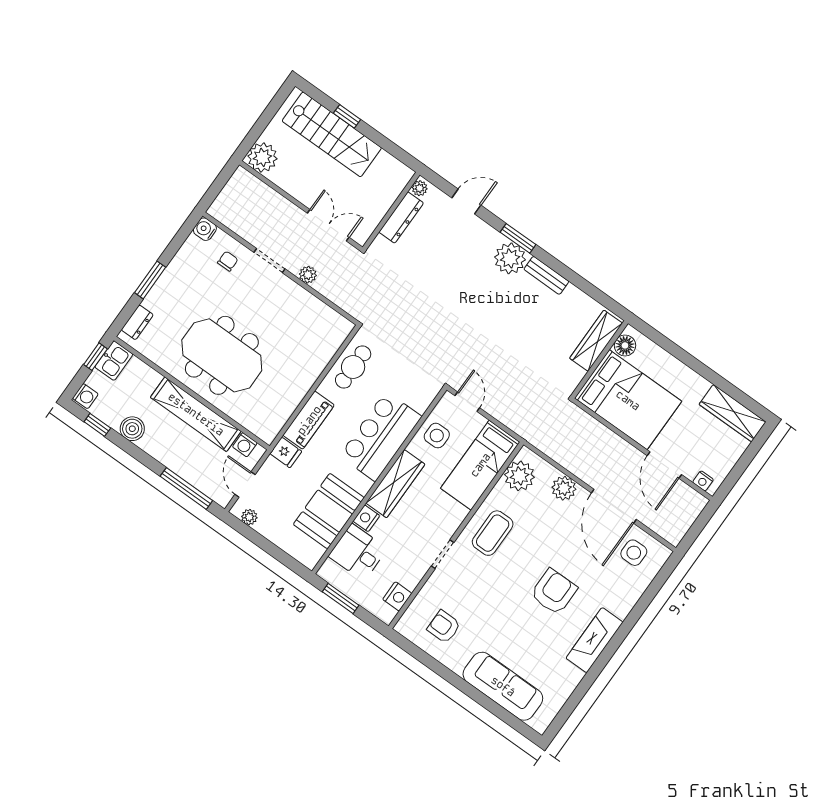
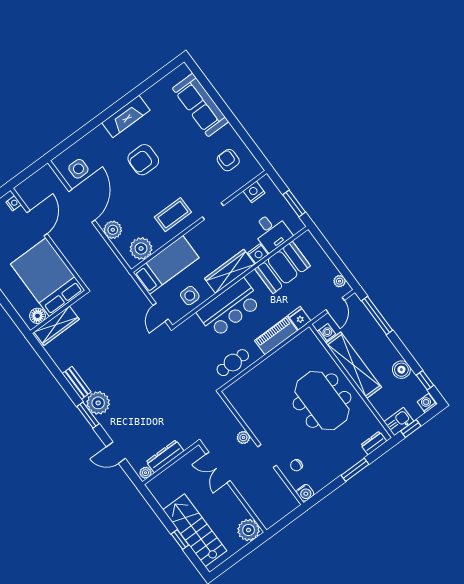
armchair: (444, 627) -> (228, 160), turned 180

